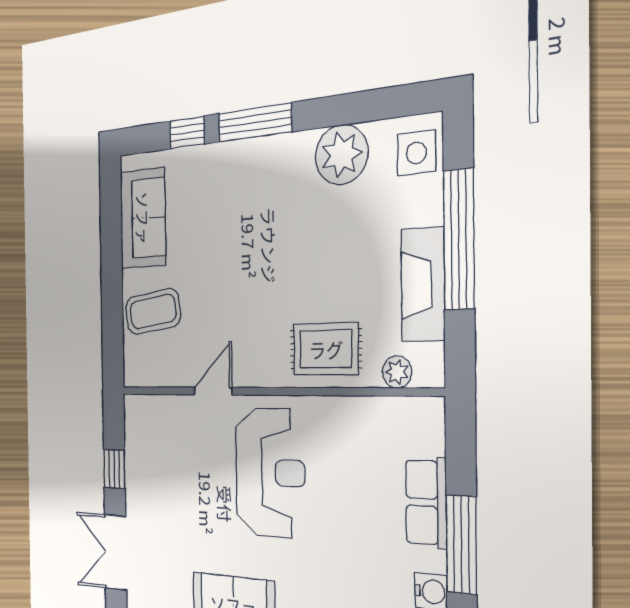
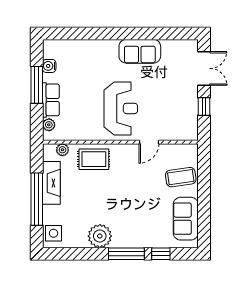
plant: (342, 155) -> (100, 236), moved
plant: (430, 438) -> (49, 125), added
reception desk: (270, 472) -> (121, 108), turned 180

